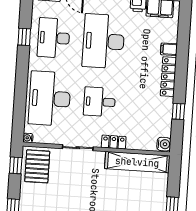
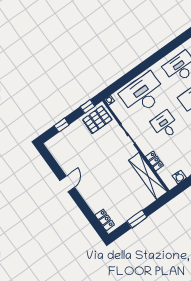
window: (24, 37) -> (167, 50), removed
locker: (114, 142) -> (154, 161), moved
water cooler: (164, 144) -> (179, 177), moved

